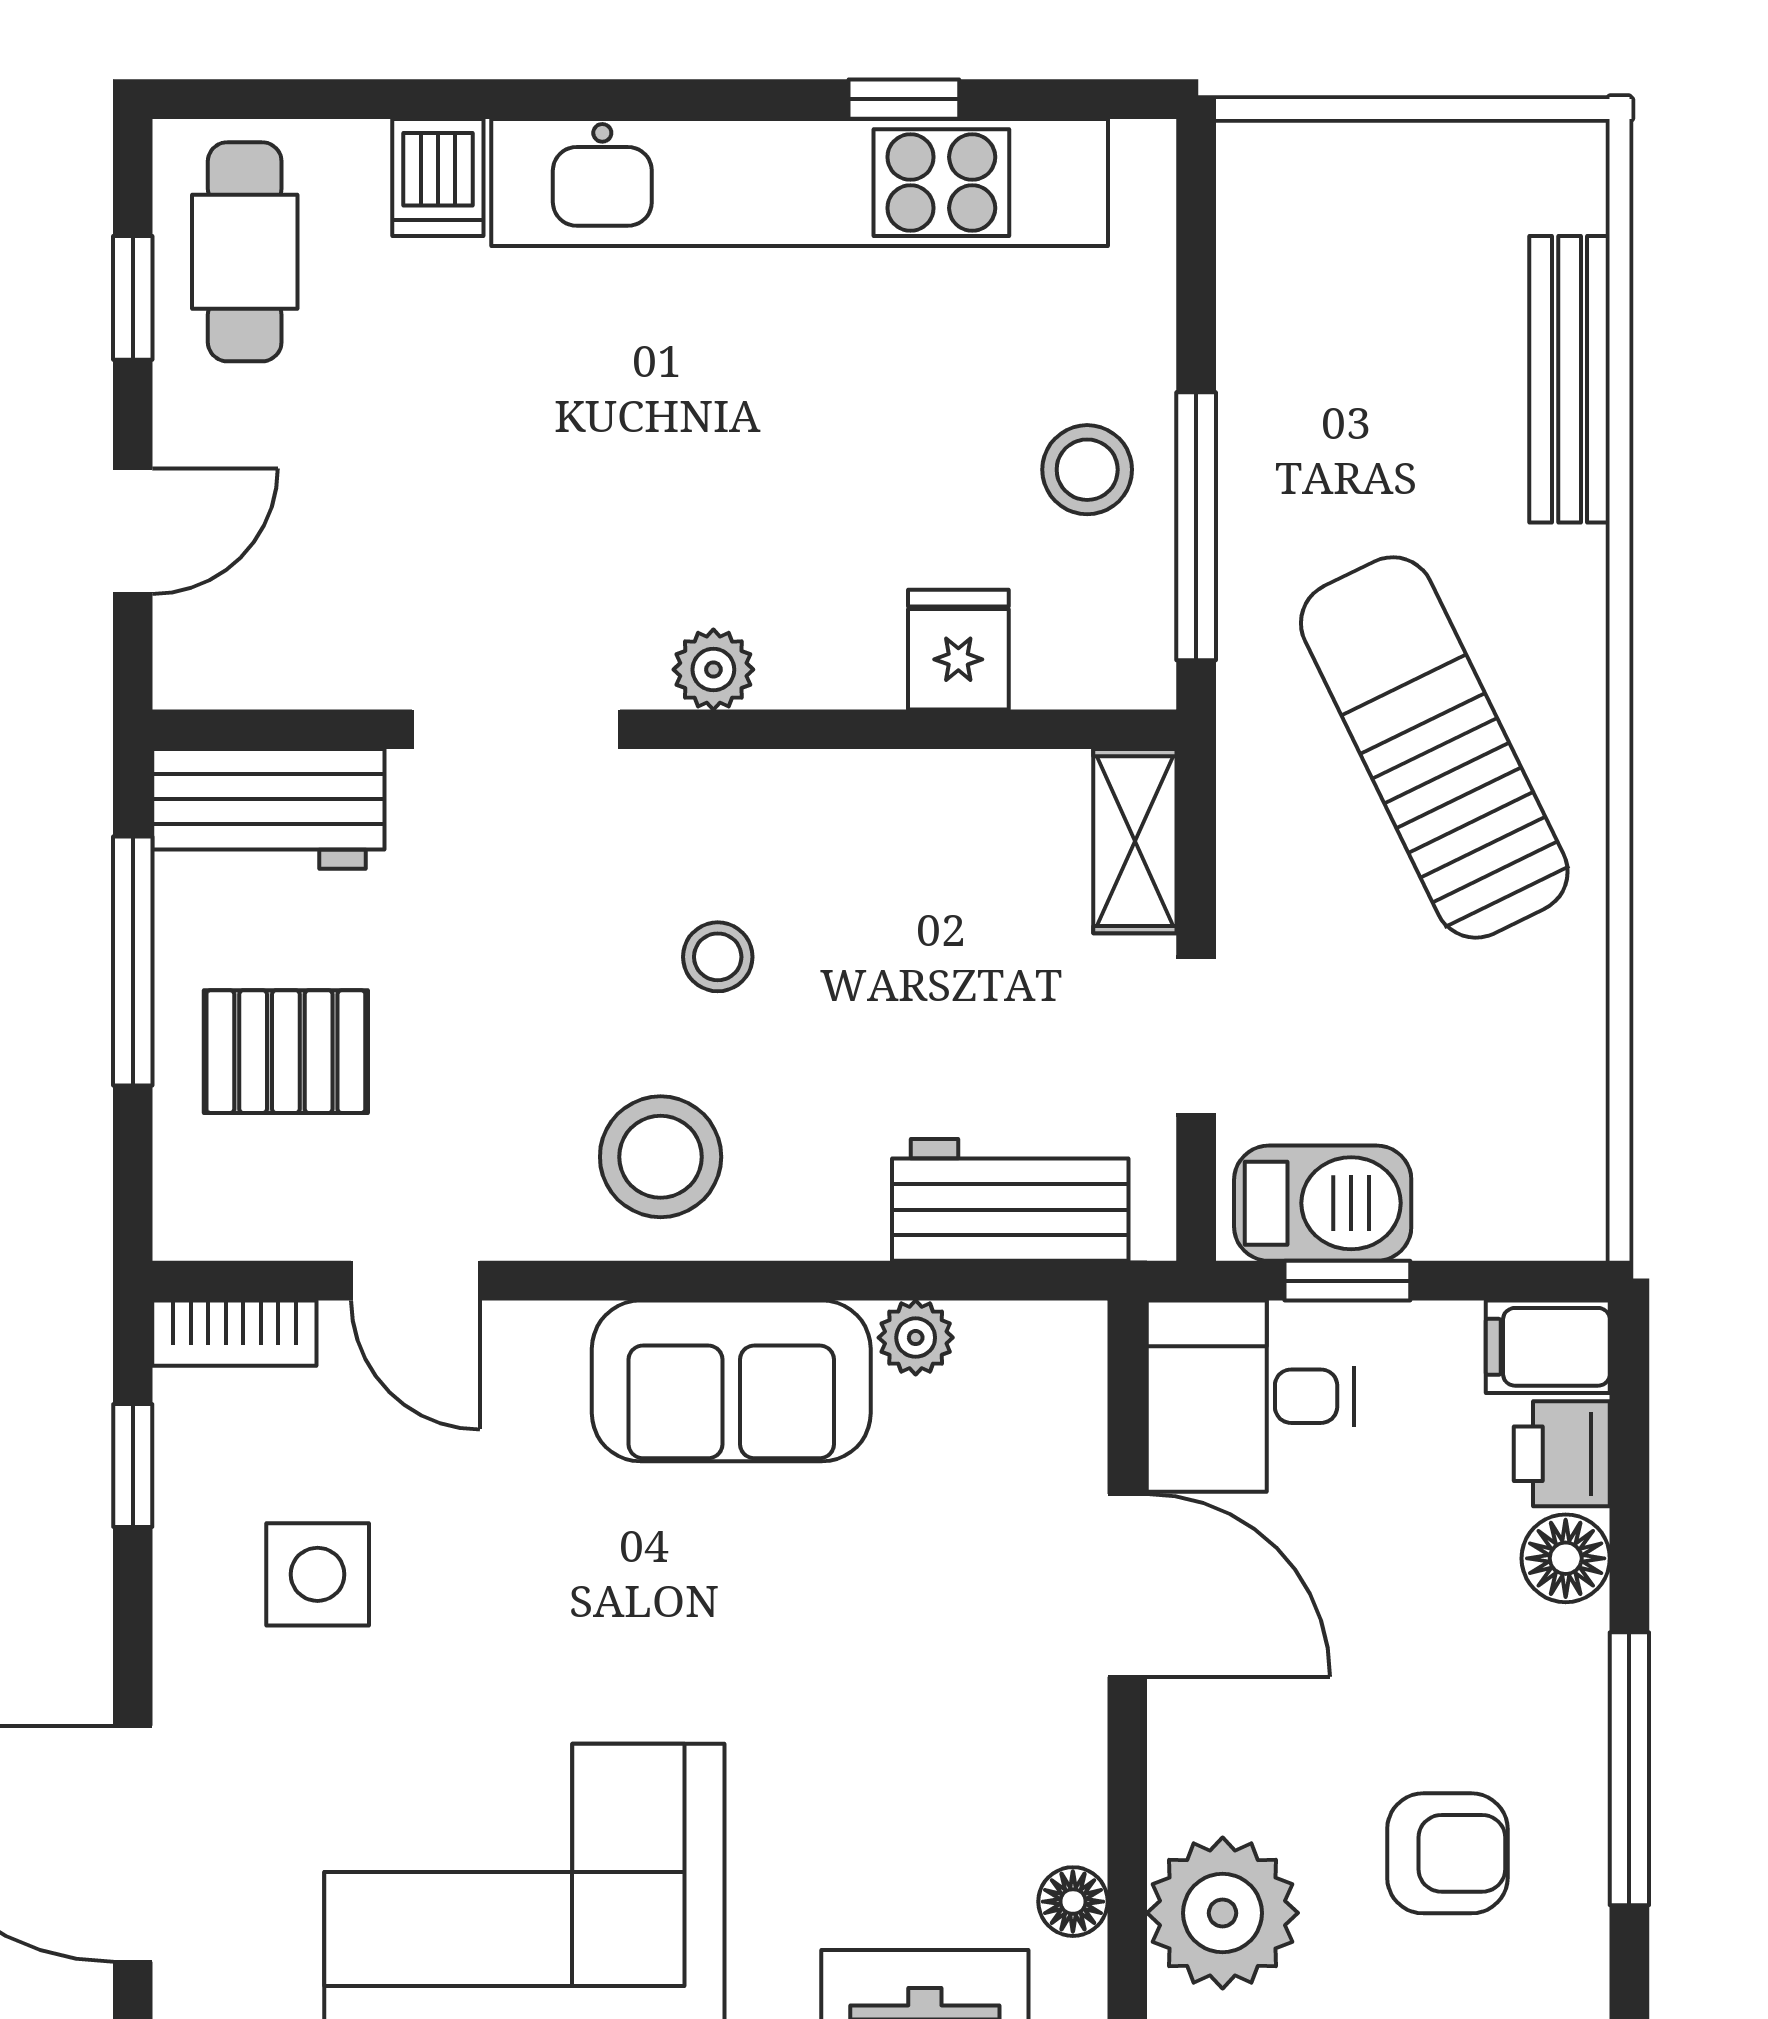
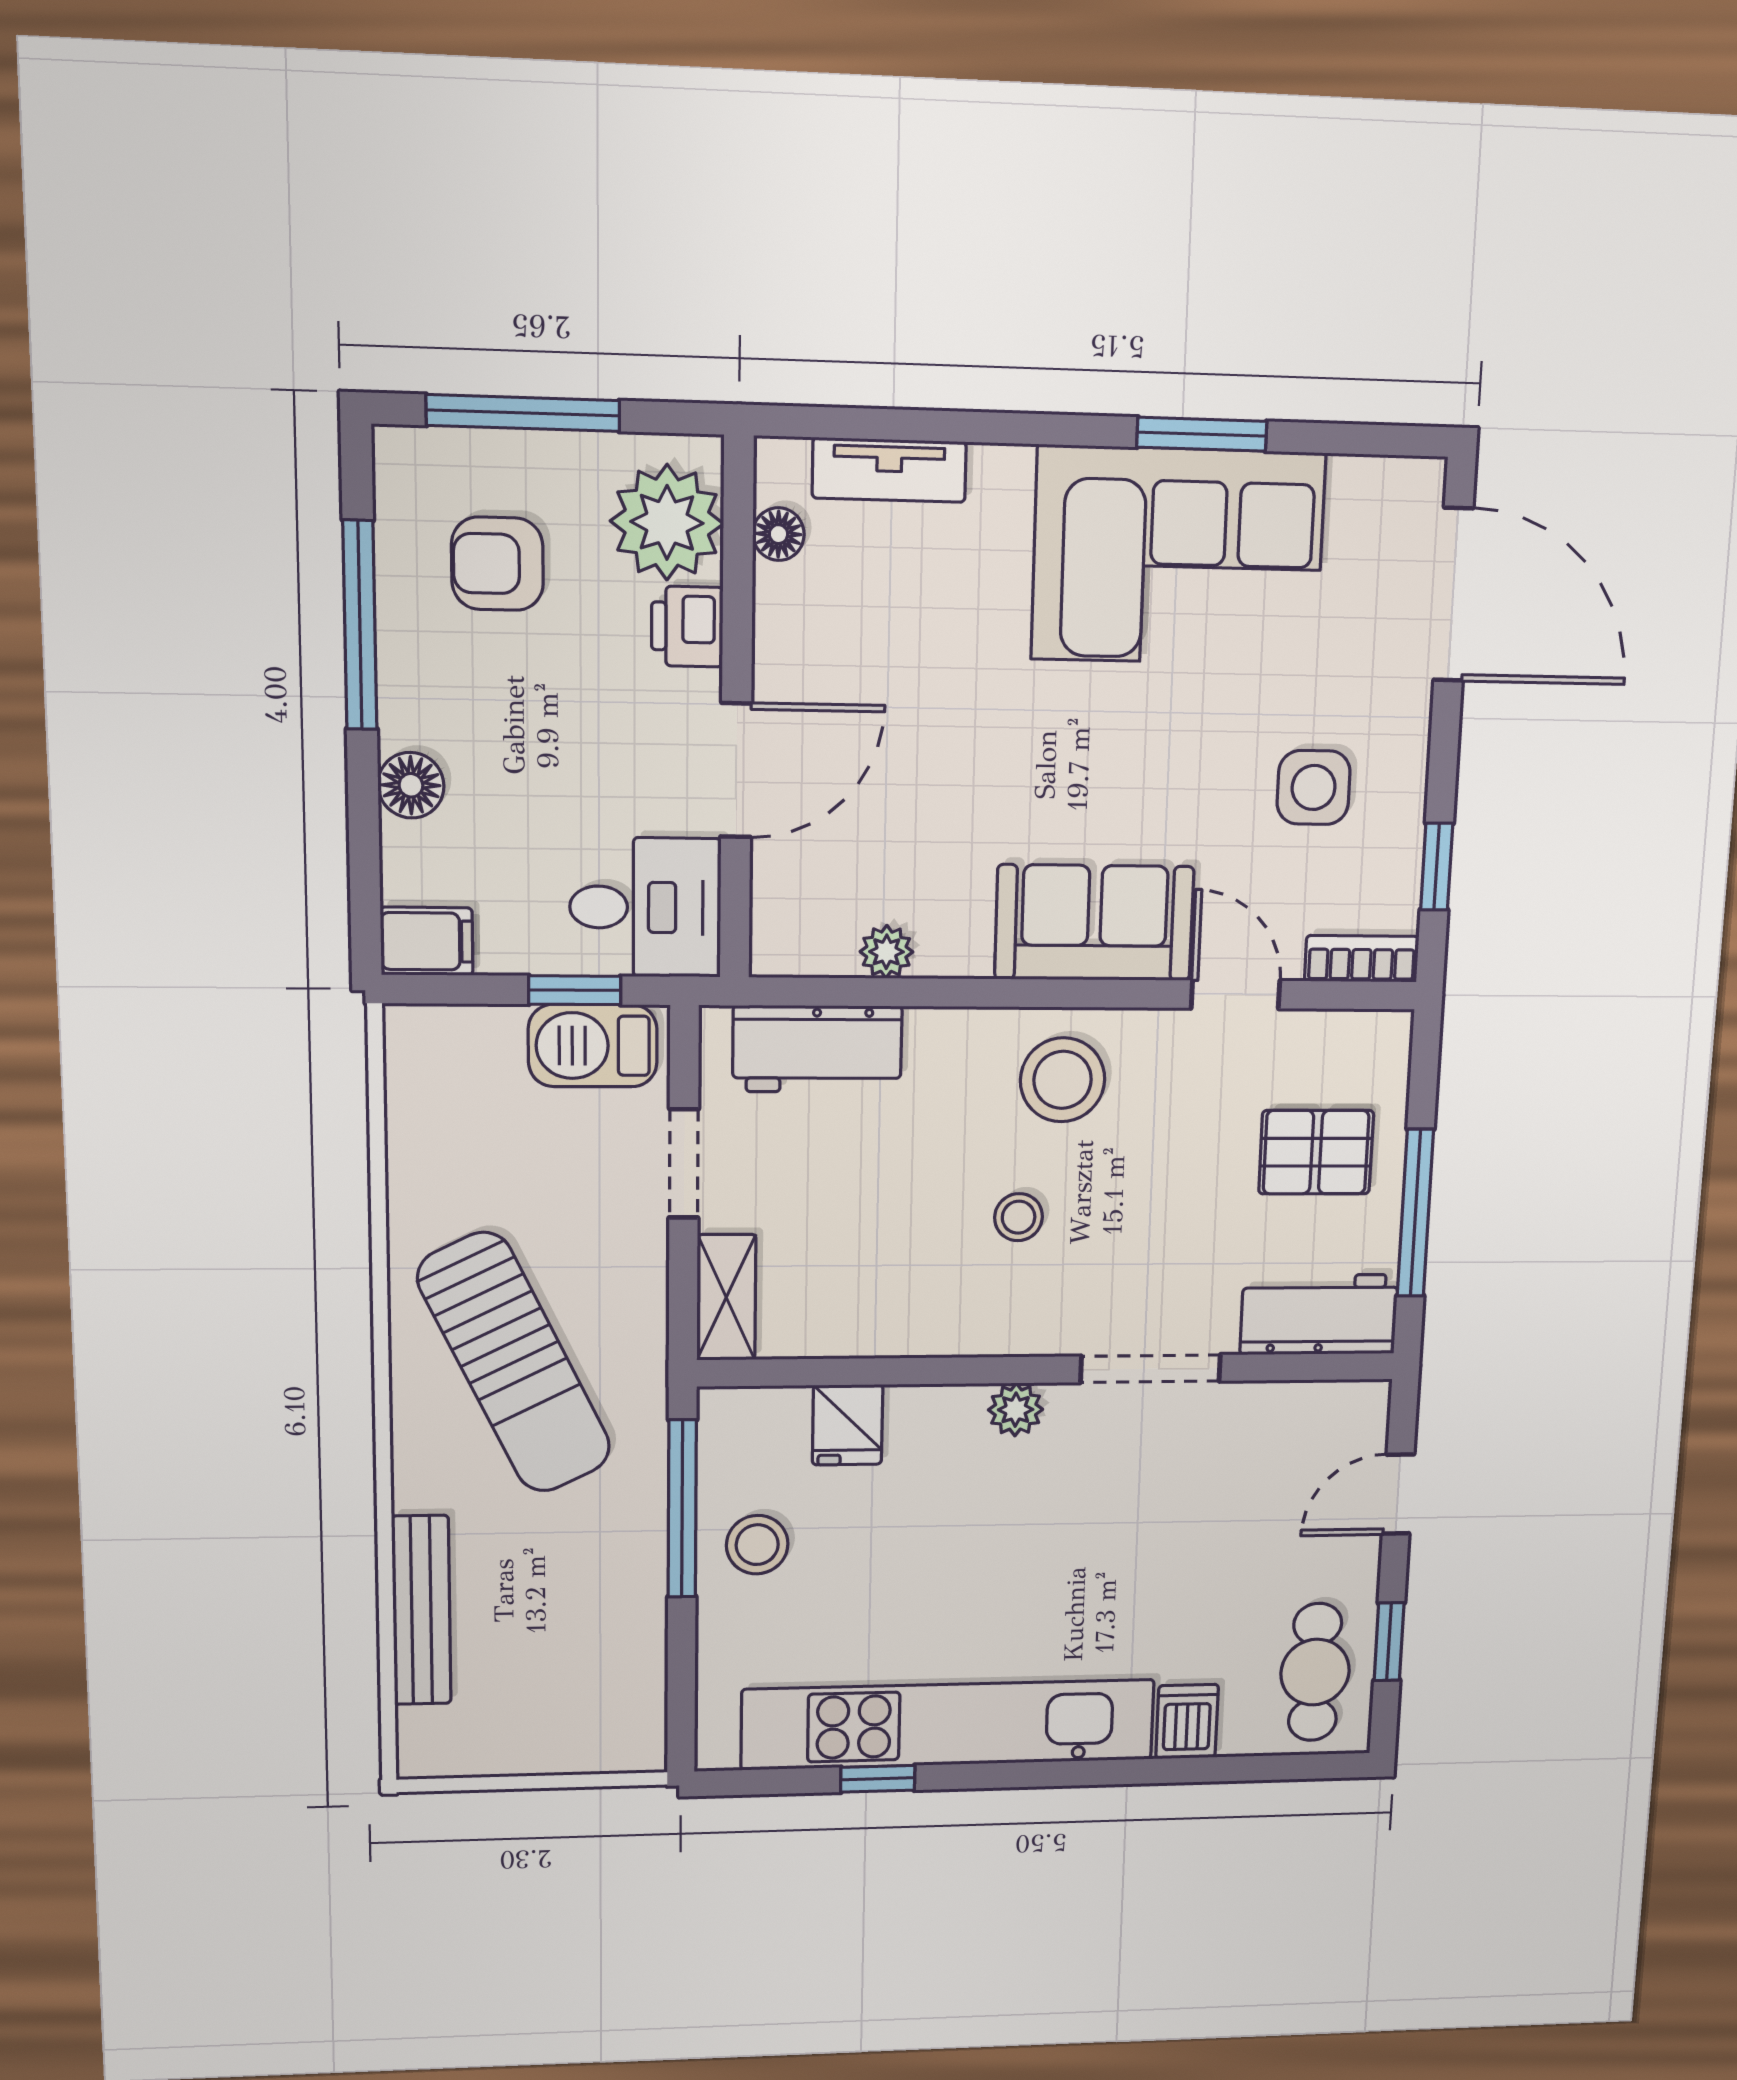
sofa: (731, 1381) -> (1094, 923), moved
printer: (1562, 1454) -> (687, 626), moved, turned 180
door: (1127, 1585) -> (736, 770), swing flipped

